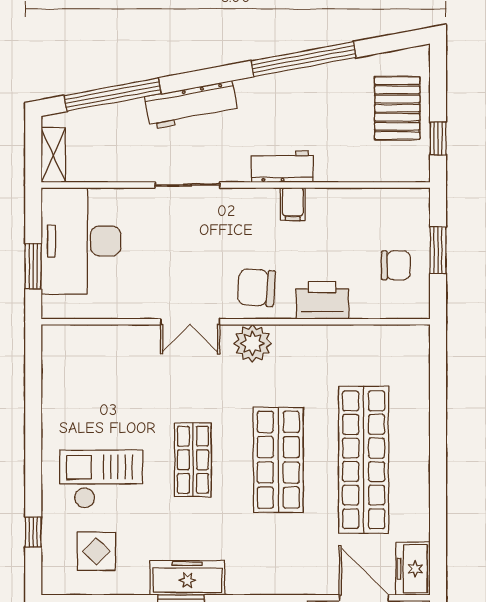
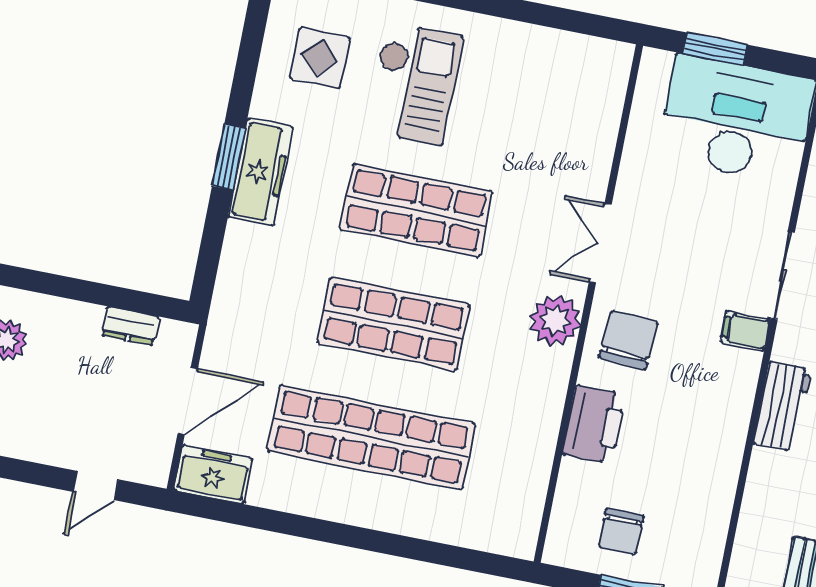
filing cabinet: (293, 204) -> (745, 331), moved
shop shelf: (193, 460) -> (416, 211), width x1.43, depth x1.36

